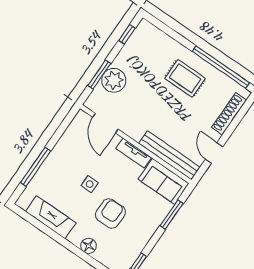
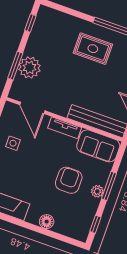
side table: (90, 184) -> (13, 143), moved
armchair: (110, 213) -> (69, 180), moved
window: (172, 215) -> (109, 186), moved
plant: (150, 229) -> (97, 191), added

